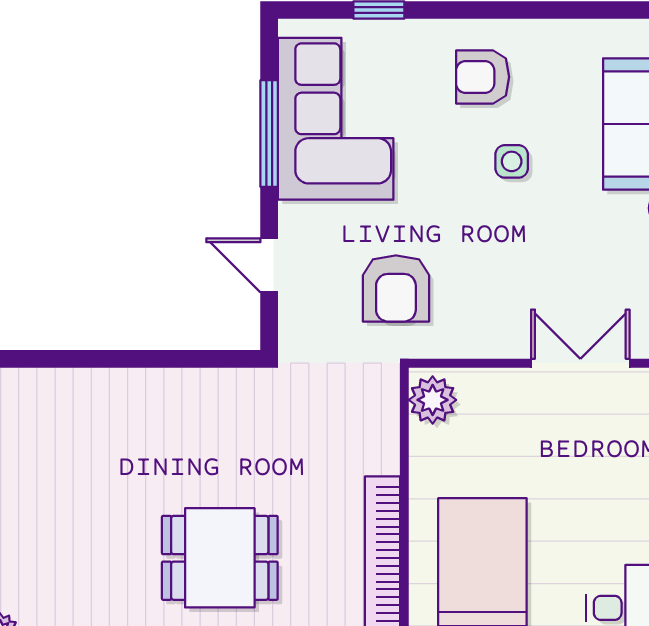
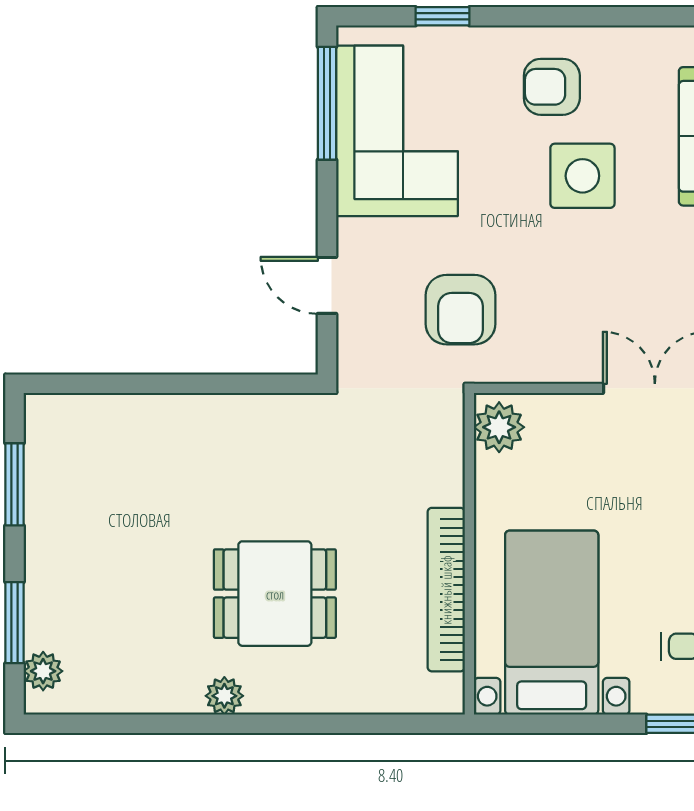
window: (269, 133) -> (327, 103), moved
side table: (512, 161) -> (582, 176), width x1.87, depth x1.87

